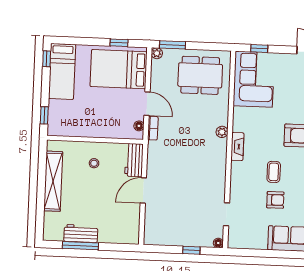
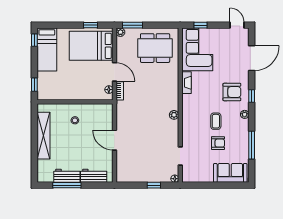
plant: (222, 132) -> (174, 115), moved
fireplace: (237, 147) -> (187, 83), moved
workbench: (134, 160) -> (94, 176), moved, turned 90
door: (143, 190) -> (114, 140), hinge flipped

